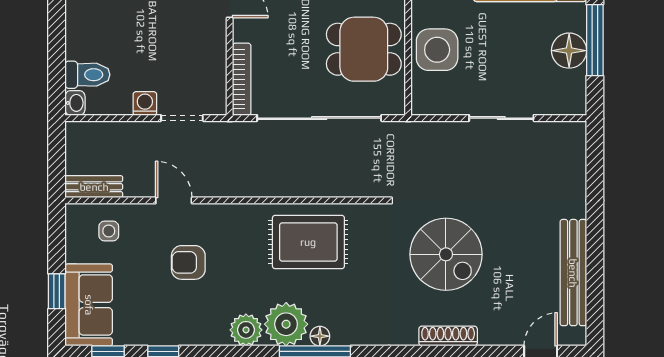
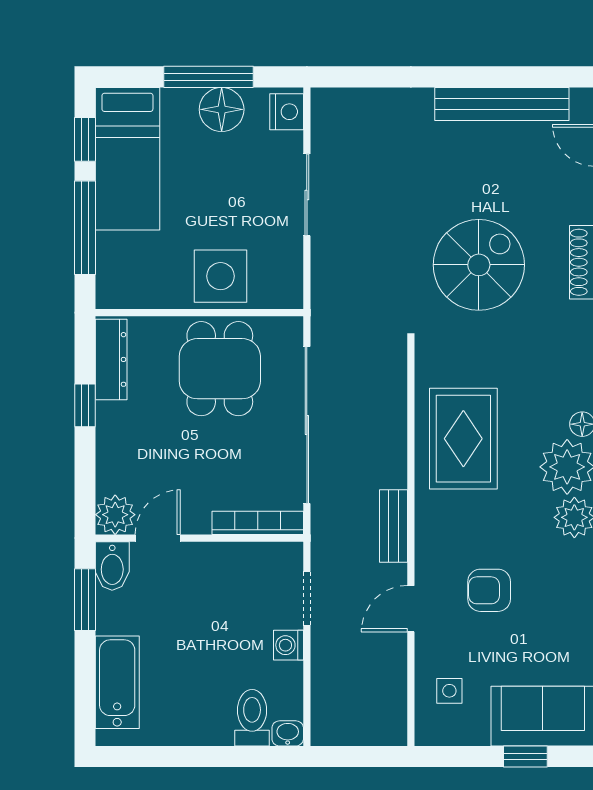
nightstand: (567, 102) -> (287, 112), added
bench: (94, 187) -> (393, 526), moved
armchair: (188, 262) -> (489, 590), turned 90

